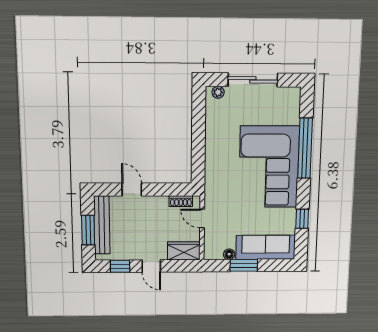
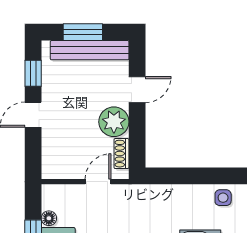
side table: (216, 124) -> (223, 198), added
plant: (157, 207) -> (114, 122), added
wardrobe: (184, 251) -> (54, 158), removed

